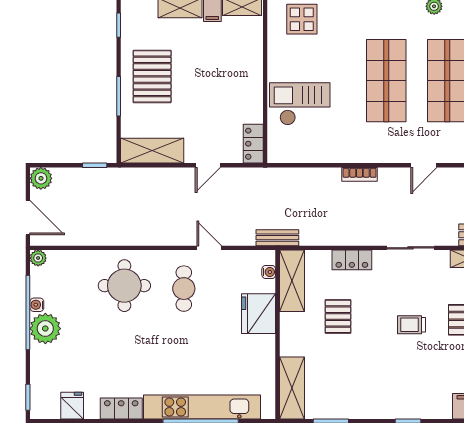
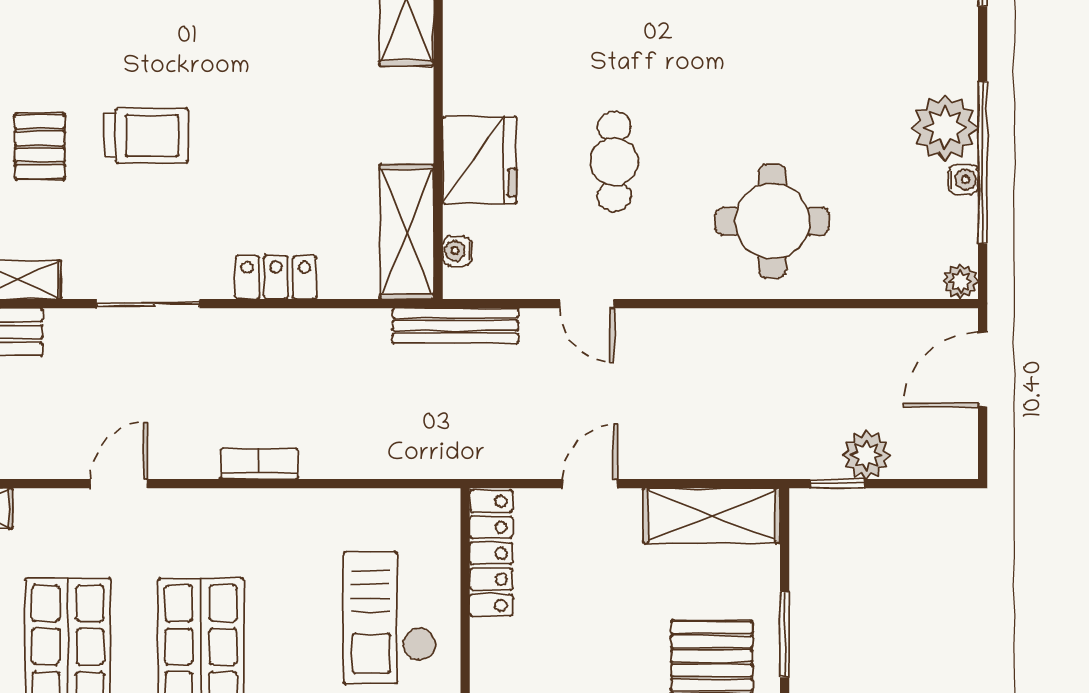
checkout: (300, 104) -> (390, 618), turned 90
locker: (253, 144) -> (491, 553), width x1.53
plant: (41, 178) -> (866, 455), moved
door: (28, 218) -> (983, 369), hinge flipped
bench: (277, 238) -> (455, 326), width x1.36
cafe table: (184, 289) -> (614, 162), moved
pallet: (338, 316) -> (306, 154), removed
trolley: (411, 325) -> (146, 136), width x1.36, depth x1.39

